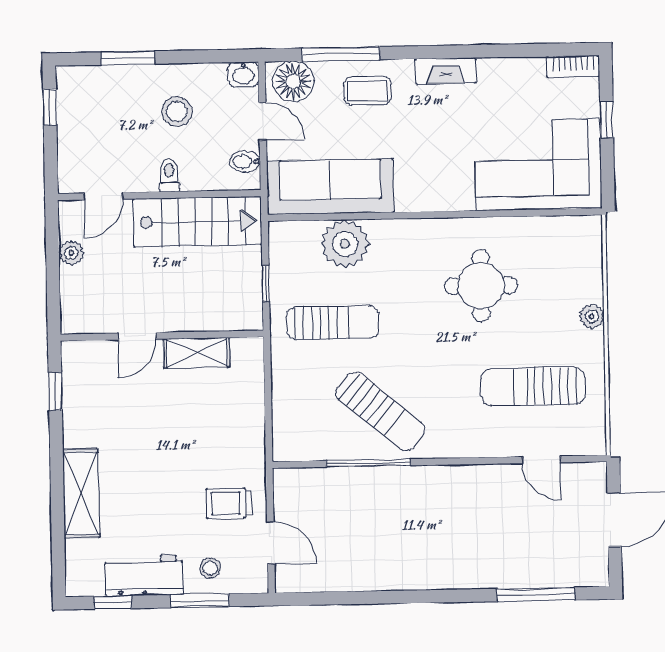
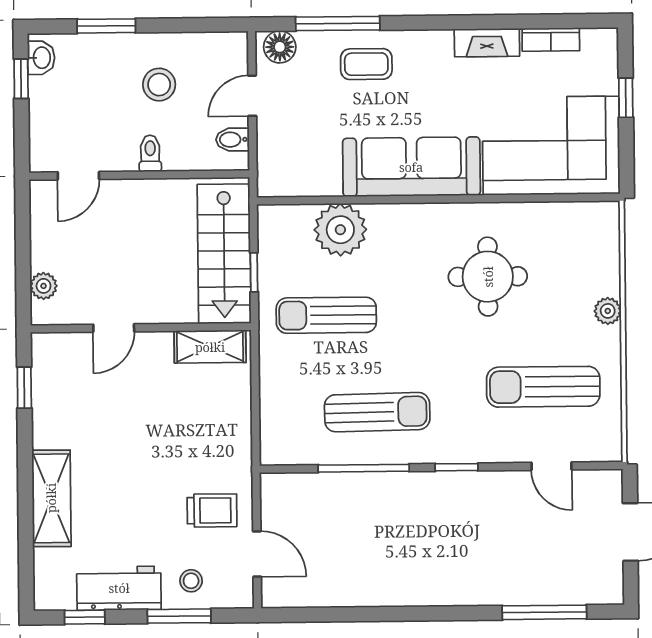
bookcase: (573, 66) -> (551, 40), moved
fireplace: (446, 71) -> (487, 43), moved
washbasin: (243, 74) -> (41, 58), moved, turned -90
floor lamp: (293, 81) -> (280, 47), width x0.73, depth x0.73
door: (263, 121) -> (252, 96), swing flipped
sofa: (330, 187) -> (411, 167), moved
stairs: (197, 222) -> (224, 254), moved, turned 90
plant: (71, 253) -> (44, 286), moved
sun lounger: (333, 323) -> (326, 315), turned 180
shelving: (197, 353) -> (210, 347), moved
sun lounger: (380, 411) -> (377, 412), turned -41
window: (454, 461) -> (456, 467), added
trolley: (229, 503) -> (212, 510), turned 180

